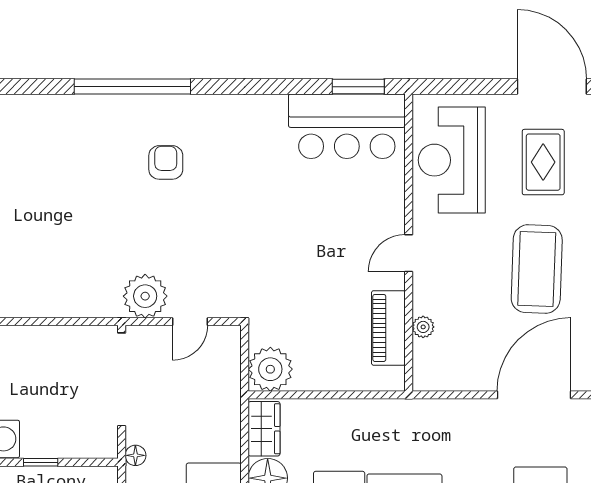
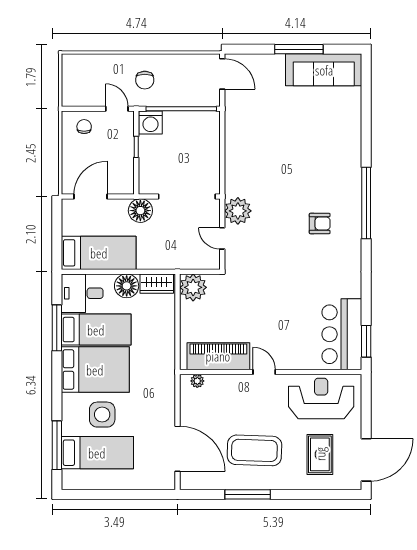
rug: (543, 162) -> (320, 454), turned 90
plant: (423, 327) -> (197, 381), moved
piano: (388, 328) -> (218, 356), width x1.37, depth x1.33
floor lamp: (135, 455) -> (140, 211), width x1.89, depth x1.89

